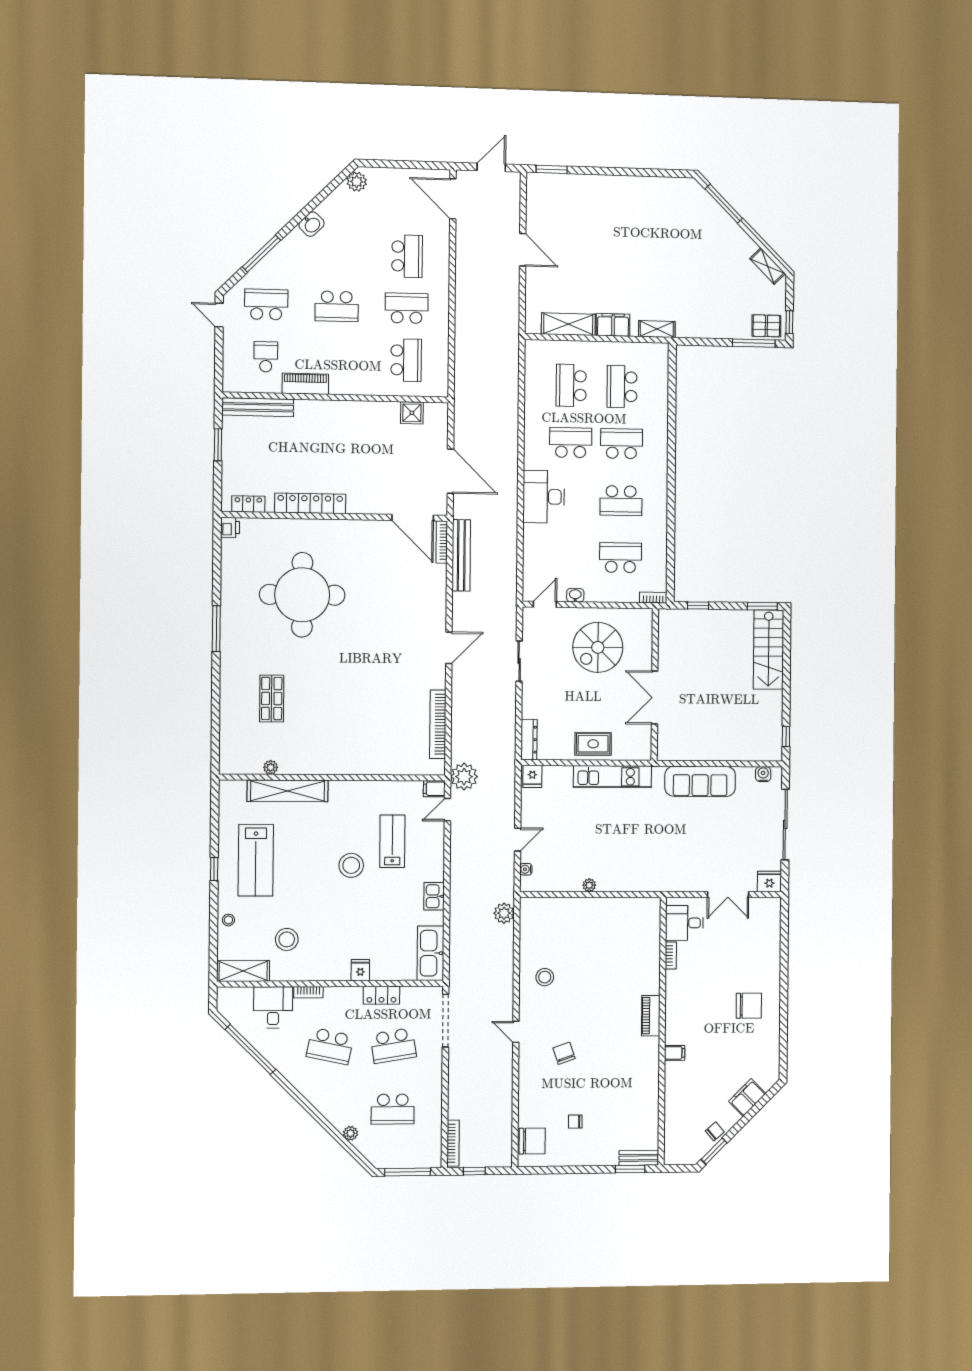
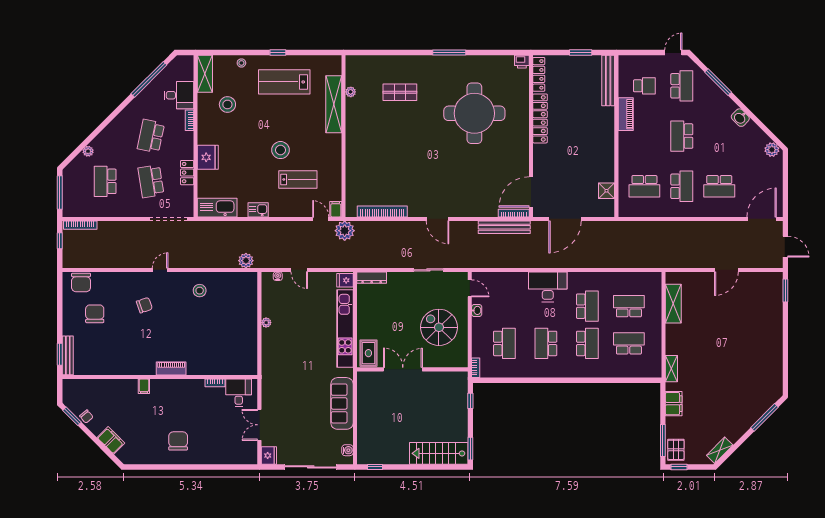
filing cabinet: (613, 325) -> (674, 404), moved
locker: (248, 504) -> (539, 74), width x1.53
rug: (593, 744) -> (368, 353), moved
kitchen unit: (612, 777) -> (345, 328), width x1.36
fridge: (360, 970) -> (208, 157), width x1.88, depth x1.34
chair: (749, 1006) -> (178, 441), turned 180
chair: (575, 1122) -> (95, 314), width x1.87, depth x1.87
bench: (639, 1158) -> (68, 355), width x1.36

